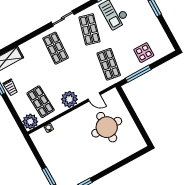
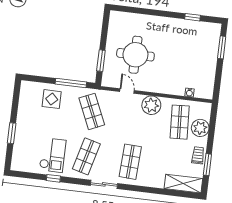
shop shelf: (109, 64) -> (92, 111), turned -33
window: (128, 105) -> (101, 61), added
plant: (30, 121) -> (200, 128), moved

